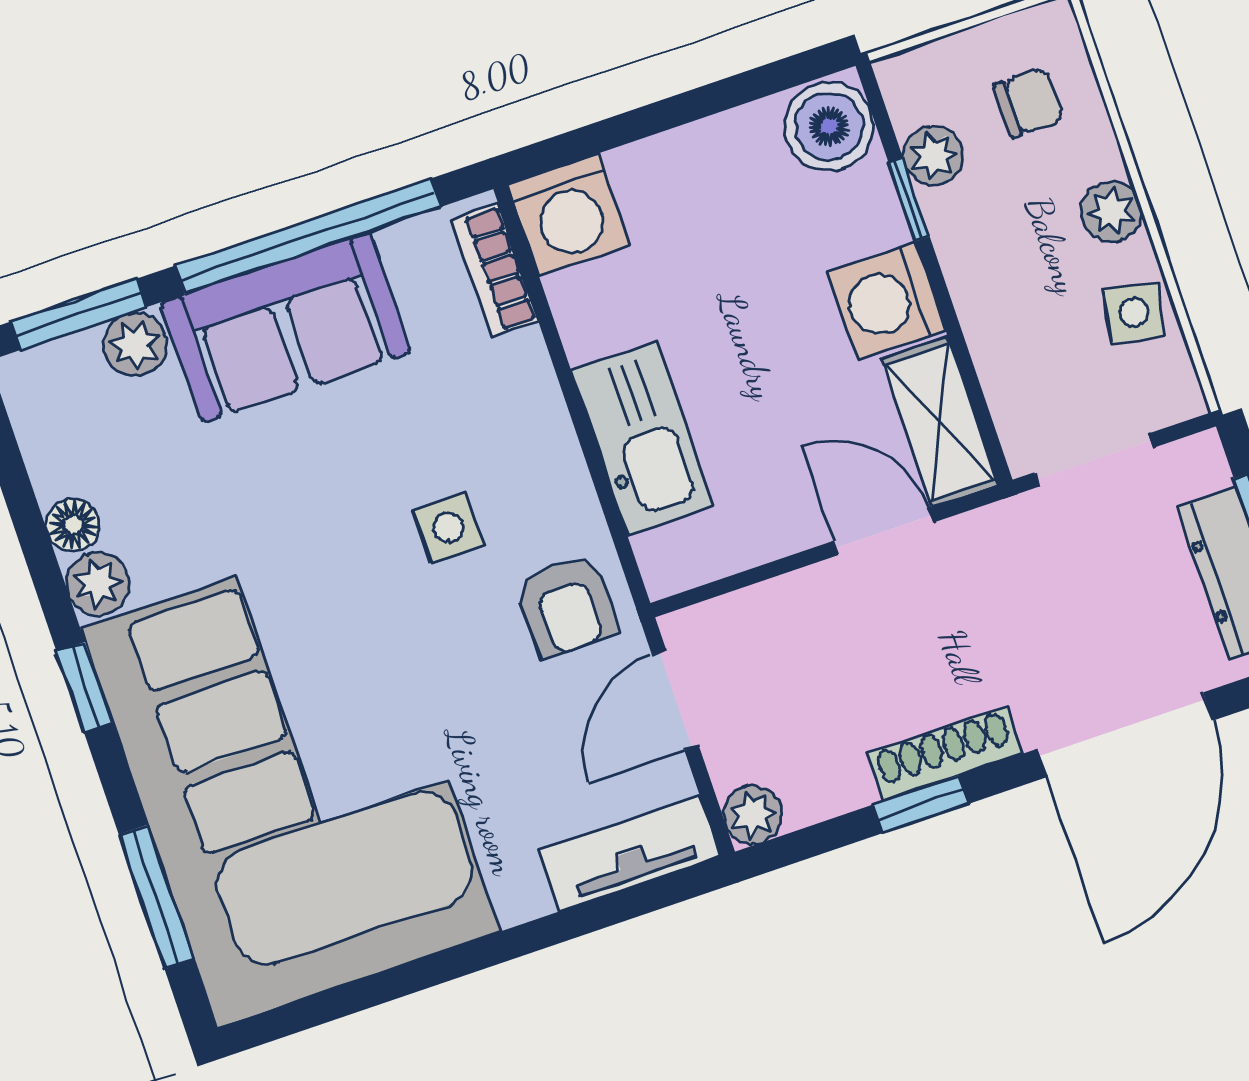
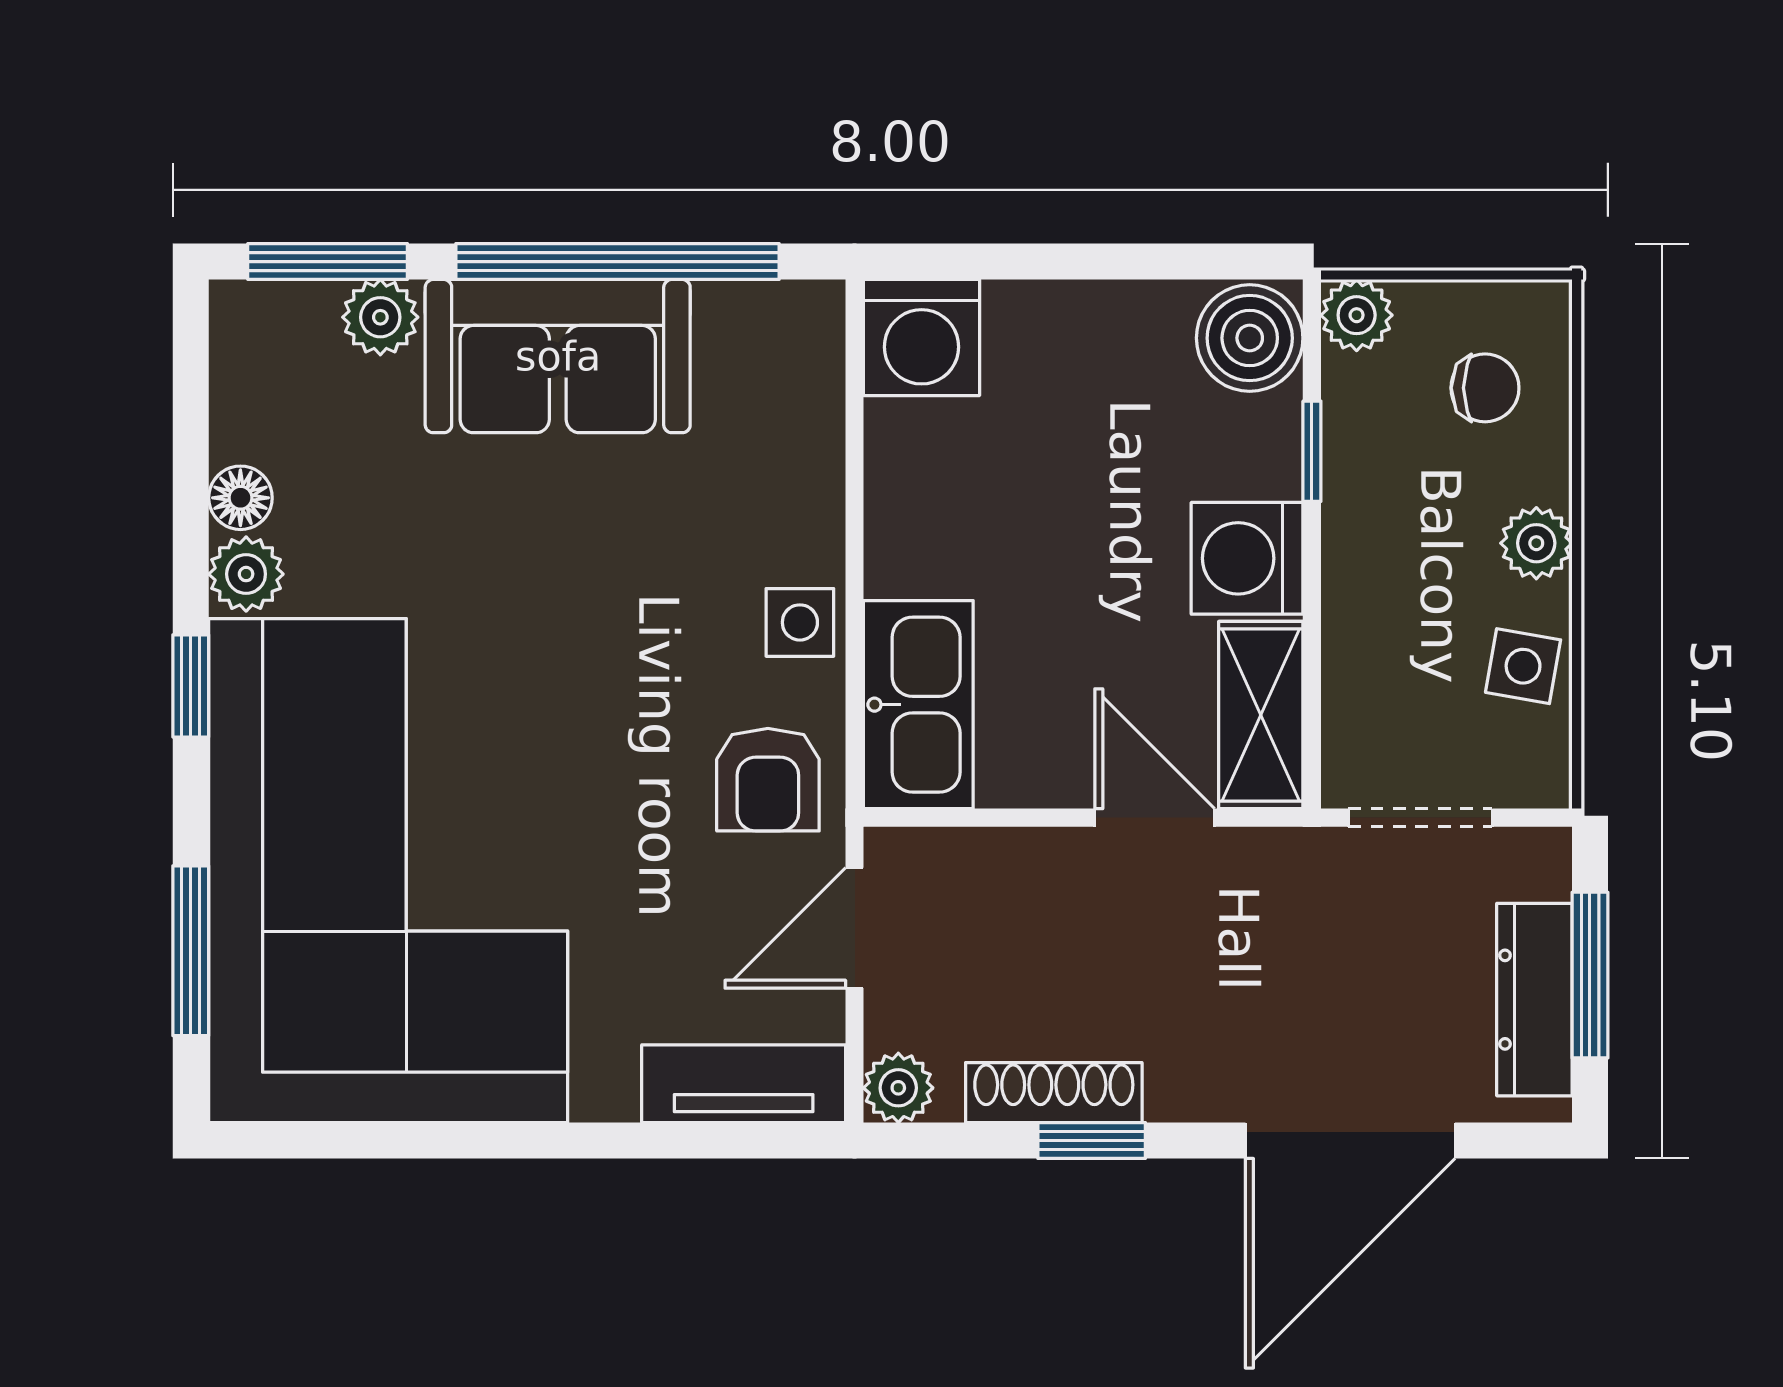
plant: (934, 156) -> (1357, 315), moved
bookcase: (495, 271) -> (816, 372), removed
kitchen sink: (643, 438) -> (918, 705), moved
side table: (448, 527) -> (800, 622), moved
shoe rack: (945, 754) -> (1054, 1093), moved

